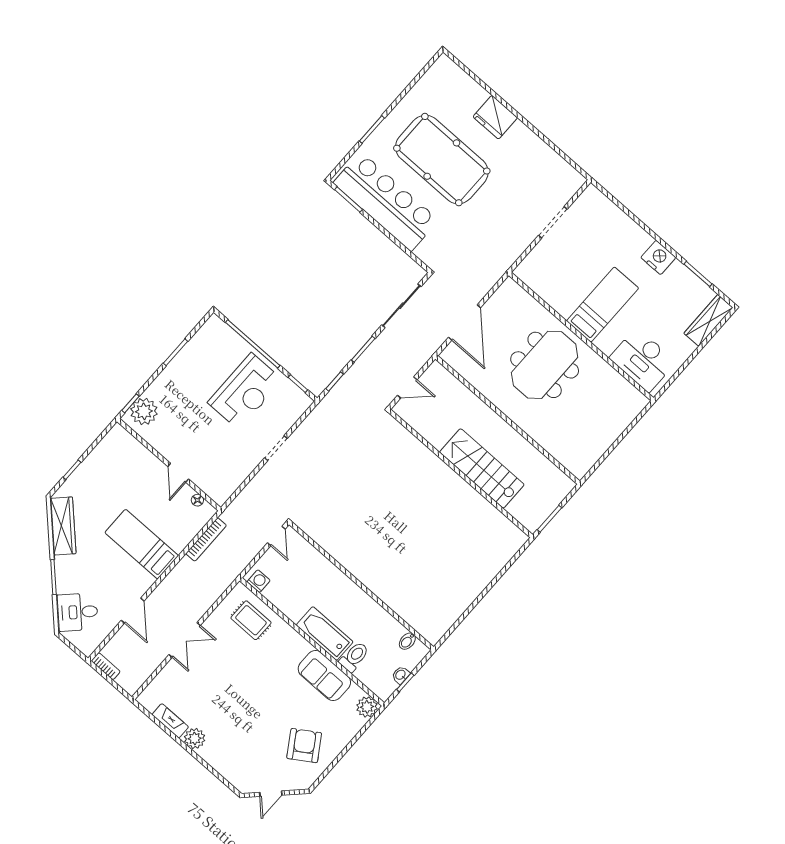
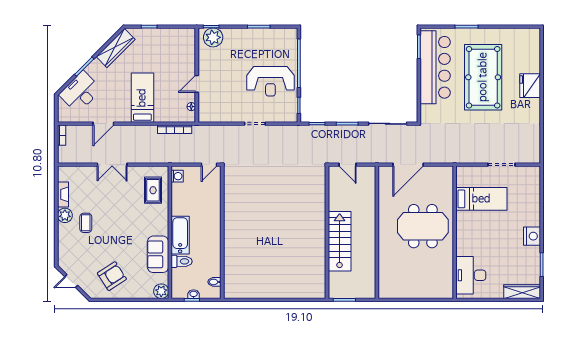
bed: (603, 305) -> (481, 199), moved
desk: (77, 612) -> (80, 92), width x1.37
coffee table: (222, 723) -> (86, 223), added

